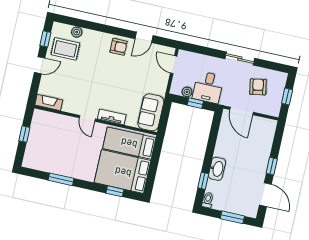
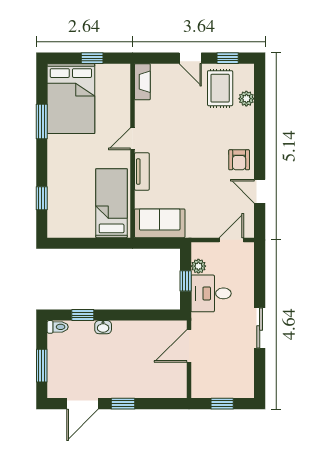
armchair: (258, 87) -> (227, 361), removed
washbasin: (217, 169) -> (103, 327), width x0.52, depth x0.69
bed: (123, 172) -> (71, 99), moved, turned 180

